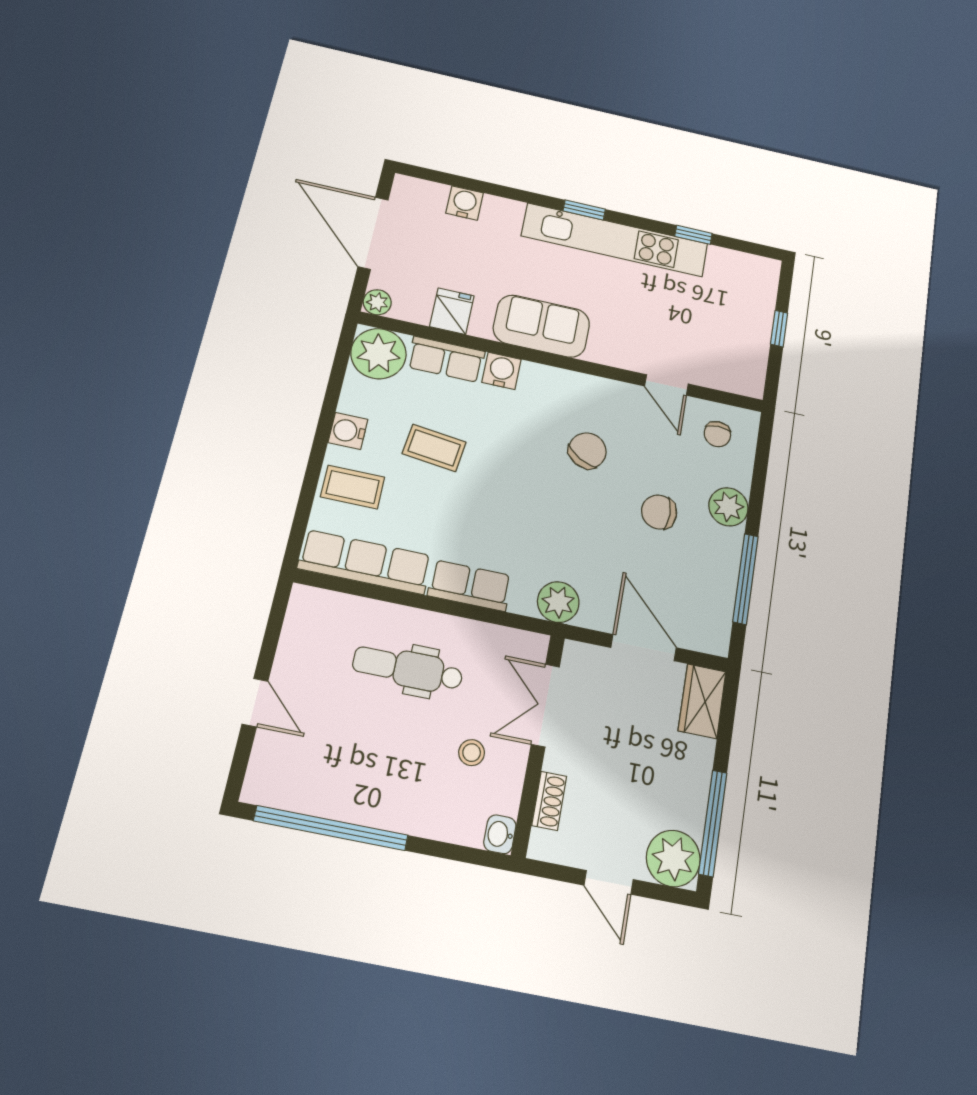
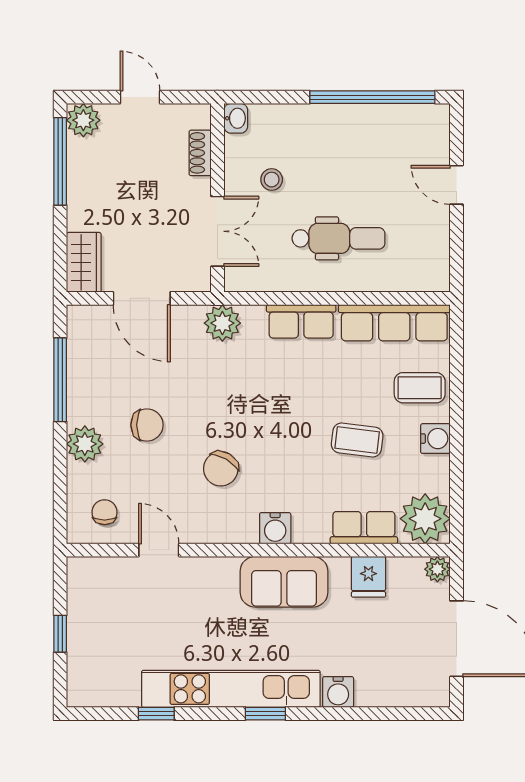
water cooler: (465, 203) -> (338, 692), moved
water cooler: (502, 371) -> (275, 528), moved
plant: (673, 858) -> (83, 120), width x0.73, depth x0.73

